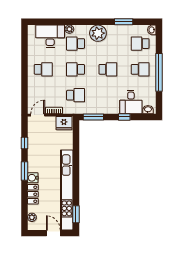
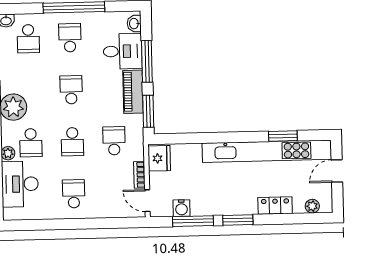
piano: (106, 108) -> (133, 92), added
window: (124, 117) -> (147, 61), width x2.17
window: (24, 143) -> (193, 221), width x2.17
water cooler: (33, 178) -> (181, 208), moved
window: (76, 214) -> (283, 136), moved

